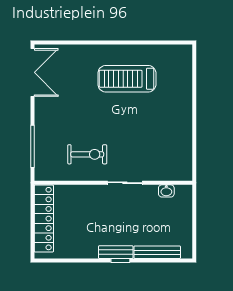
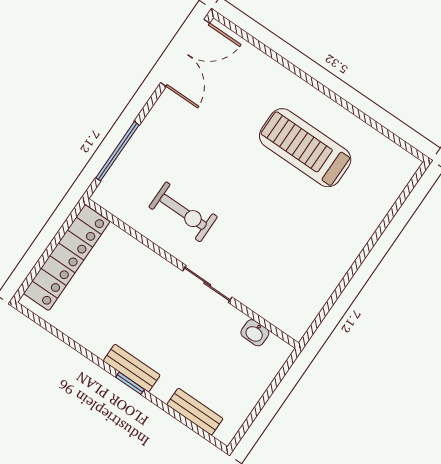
bench: (157, 252) -> (195, 412), width x0.73

